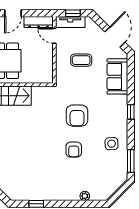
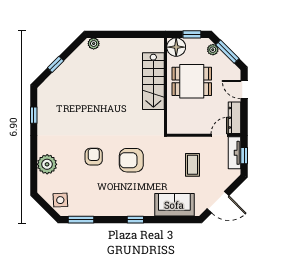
side table: (112, 144) -> (60, 200), moved
armchair: (74, 150) -> (94, 157), turned 90
plant: (85, 196) -> (47, 164), width x1.88, depth x1.88

